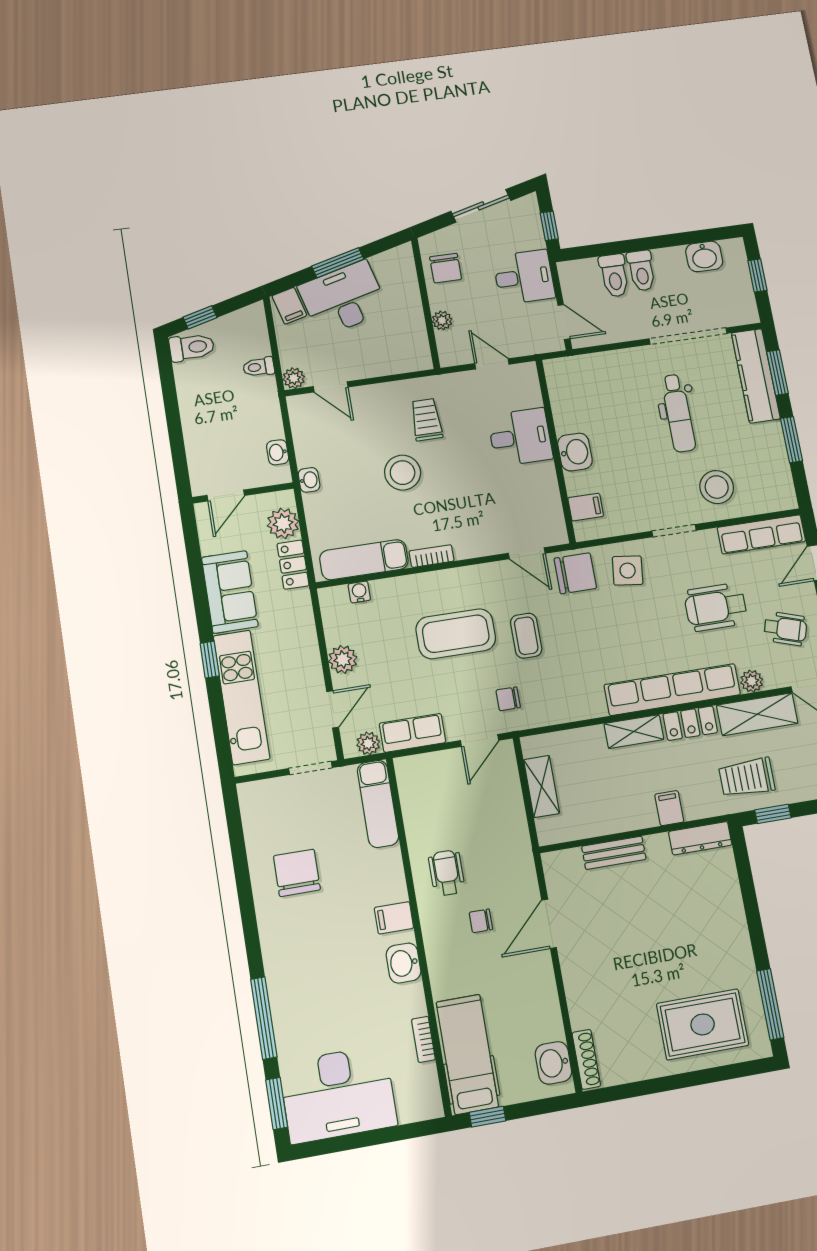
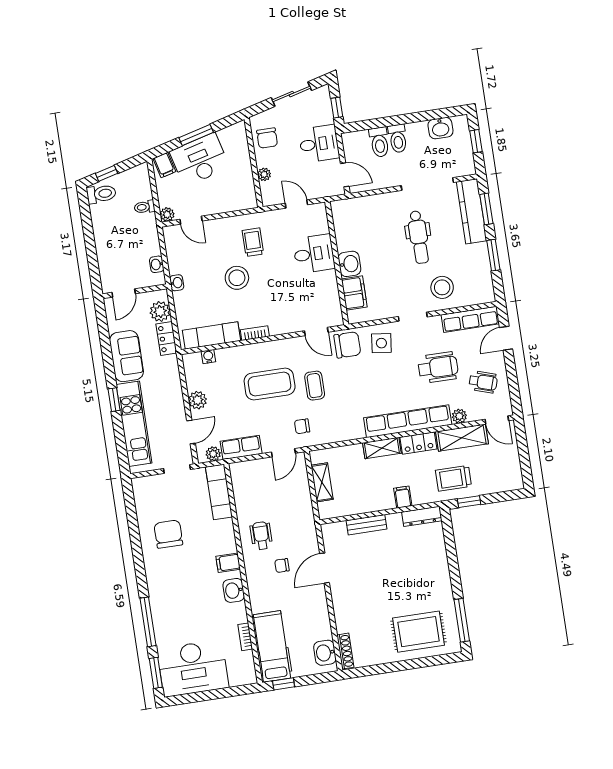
filing cabinet: (586, 507) -> (354, 293), width x2.00
wheelchair: (716, 607) -> (438, 367), turned 180

